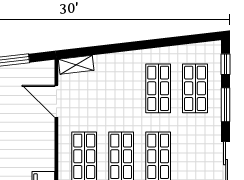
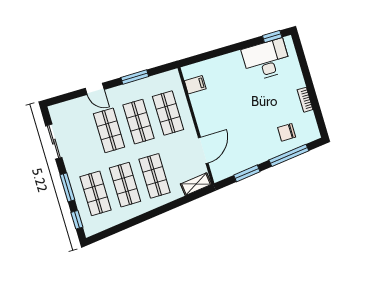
shop shelf: (121, 88) -> (155, 176), added
door: (56, 101) -> (203, 150), hinge flipped

